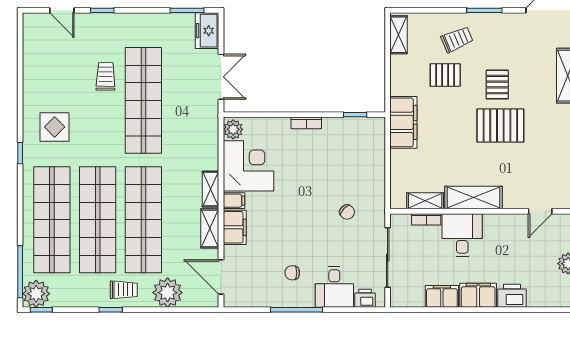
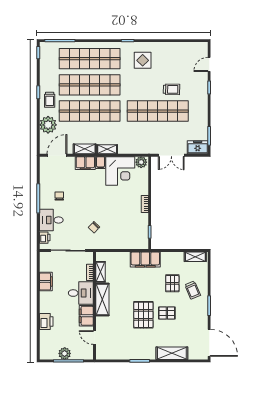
plant: (36, 294) -> (47, 50), removed
filing cabinet: (478, 295) -> (86, 316), moved, turned 180

